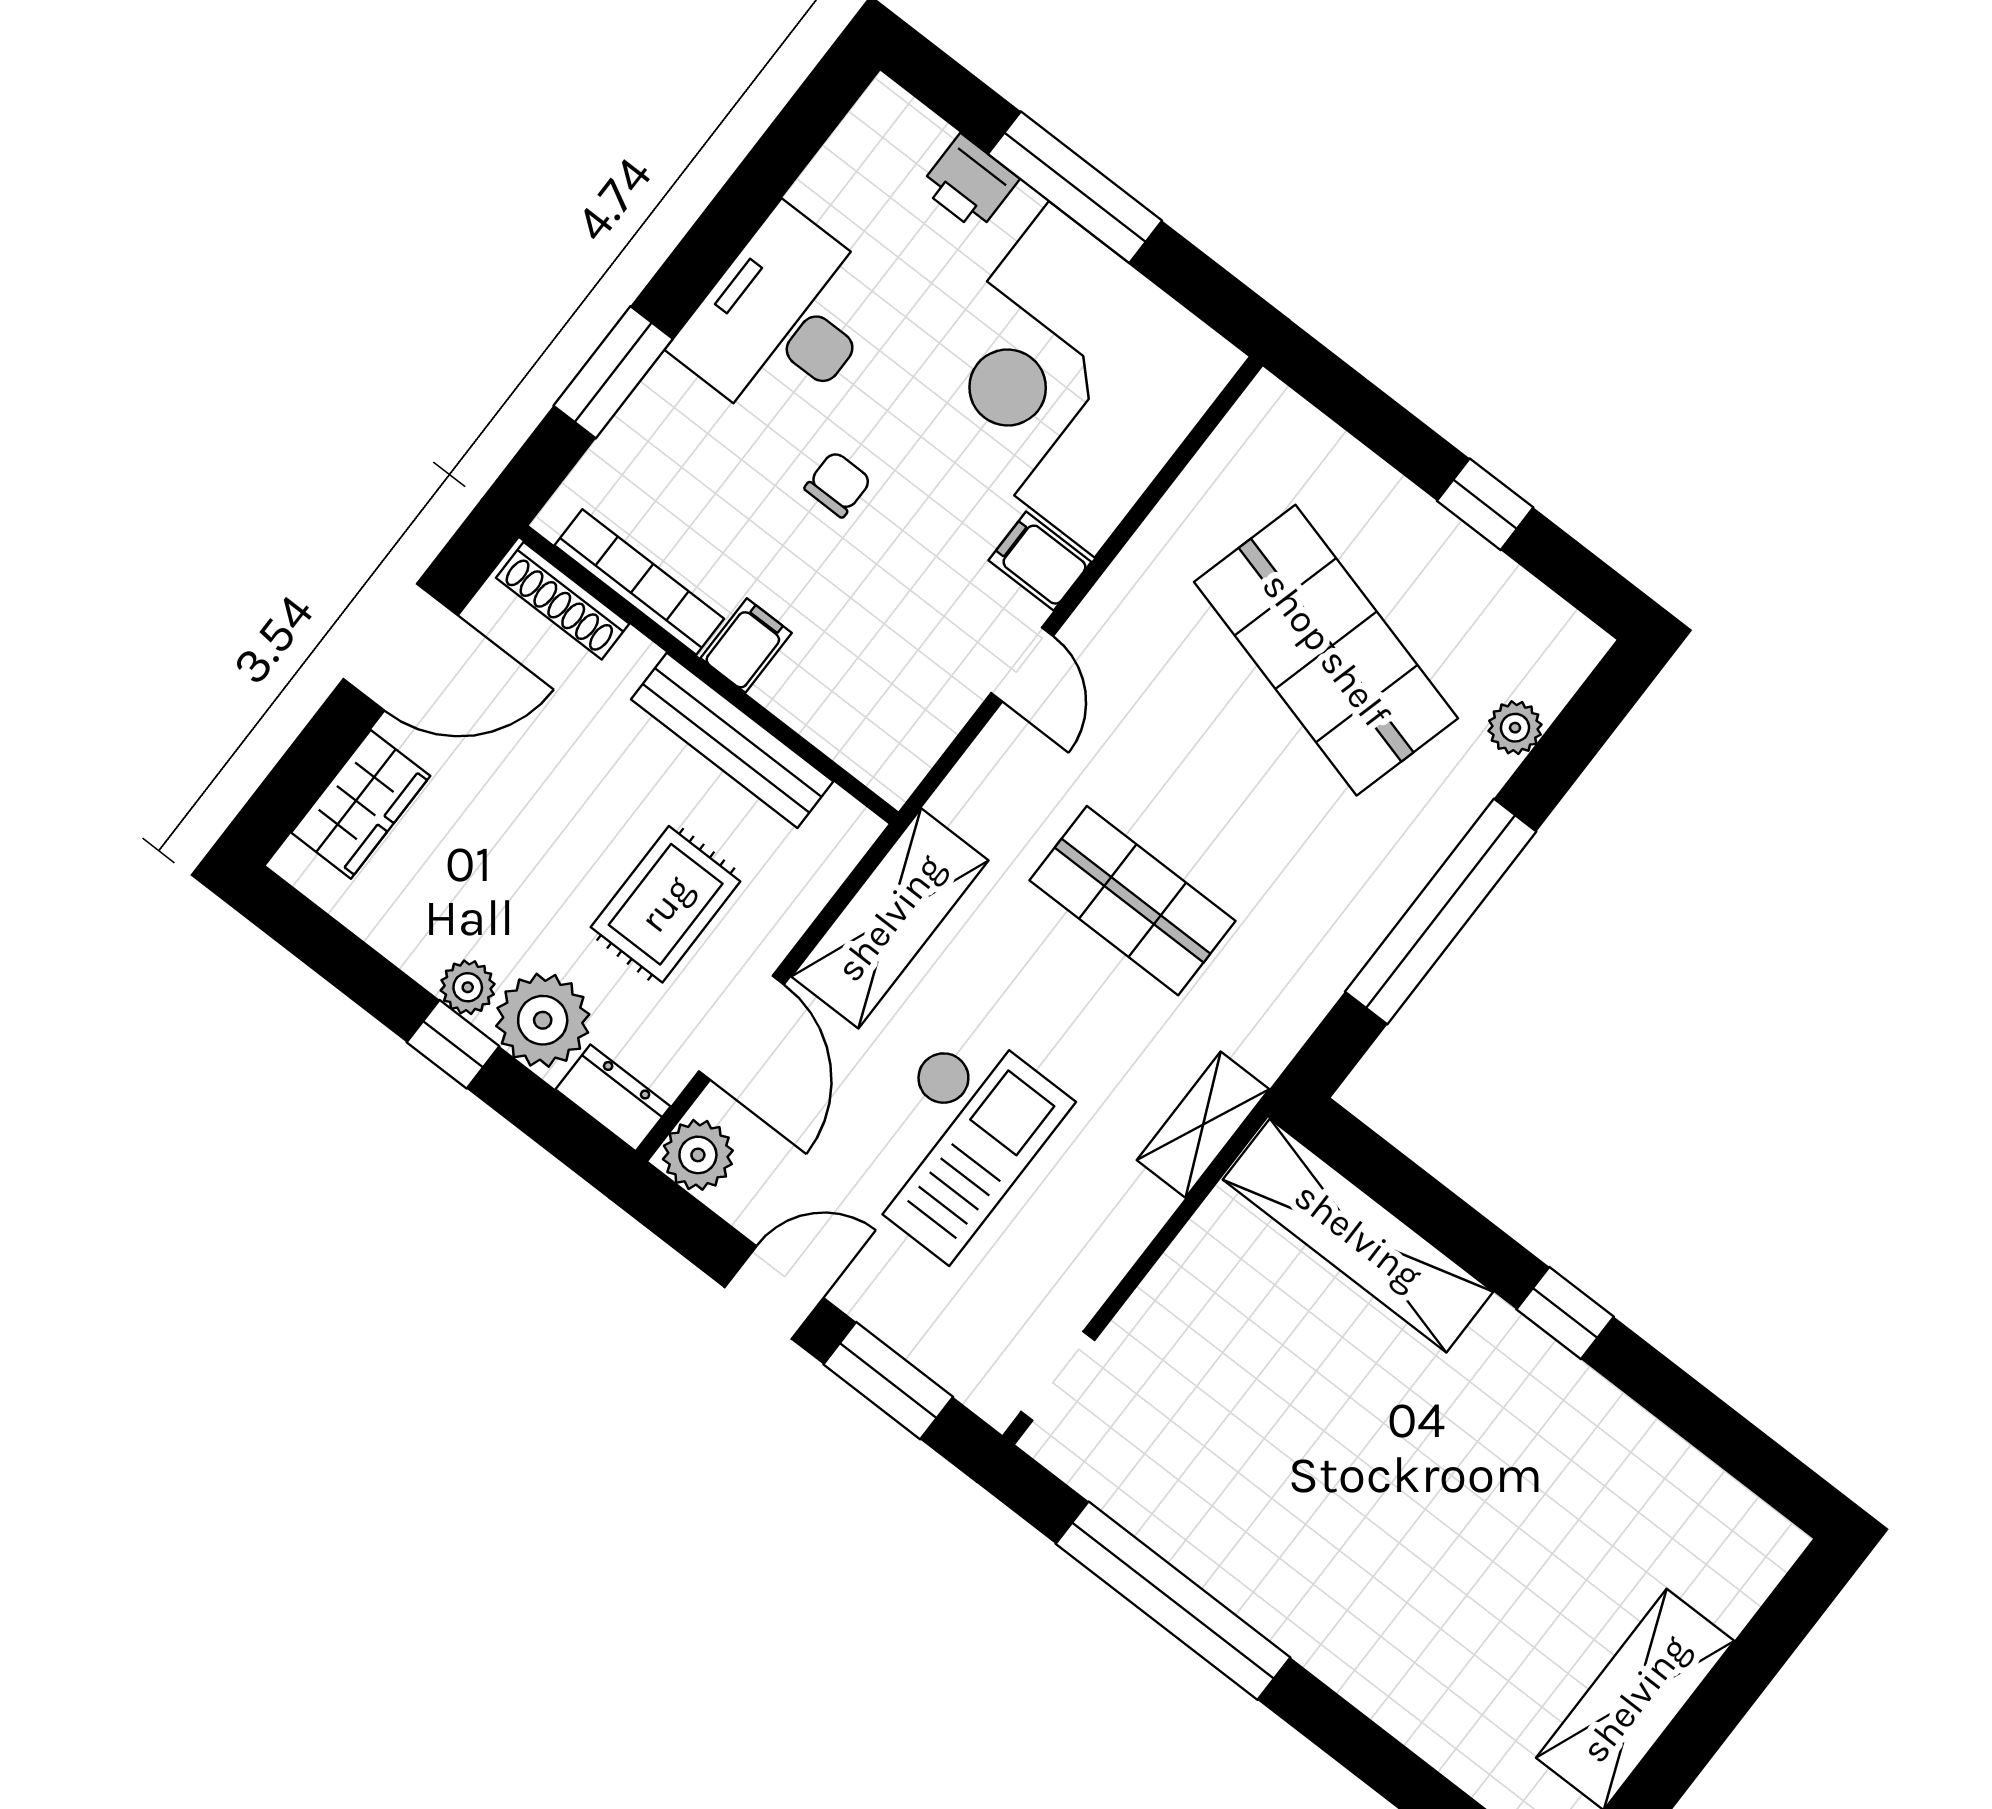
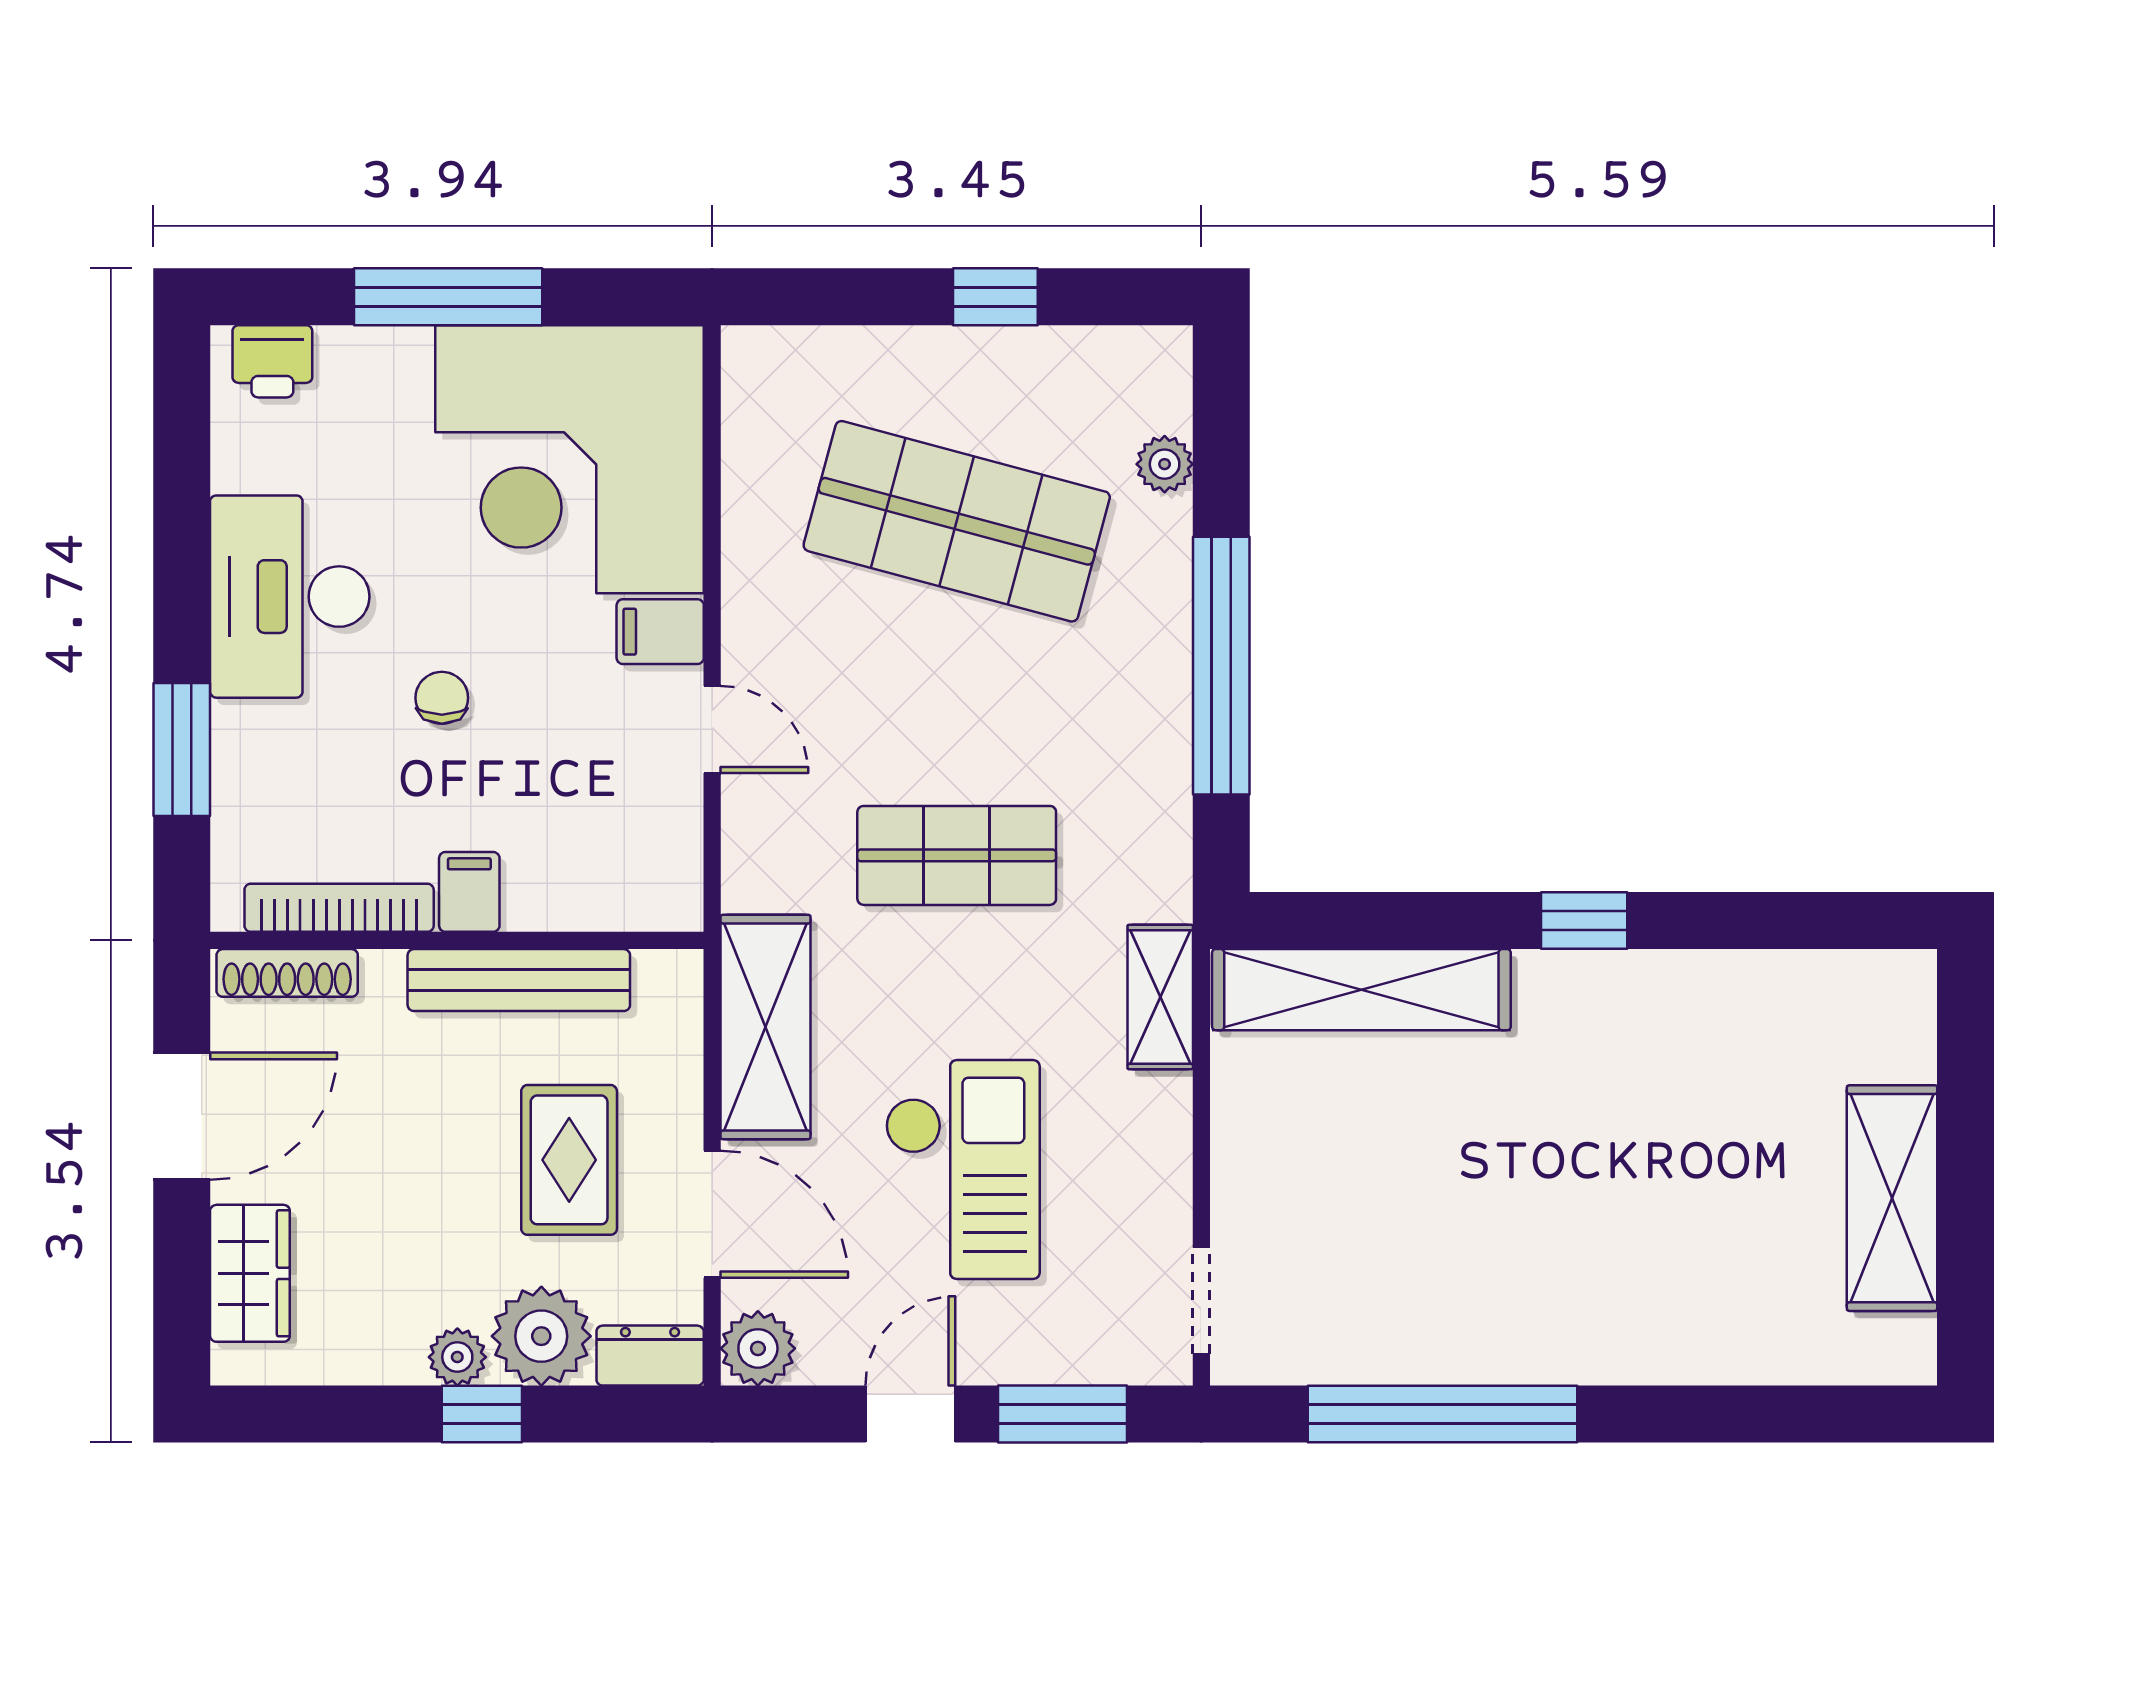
printer: (969, 183) -> (272, 361), moved

